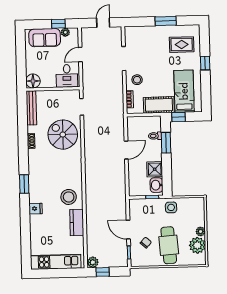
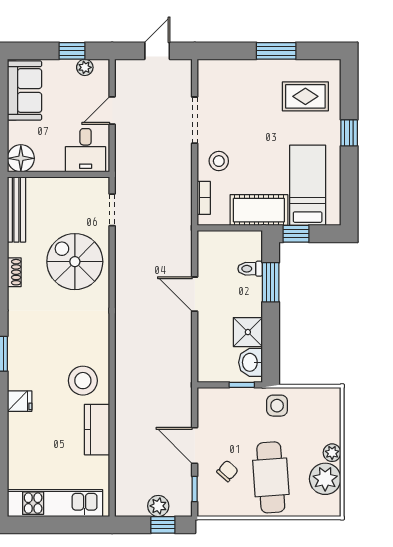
sofa: (45, 38) -> (24, 91), moved, turned -90
door: (126, 150) -> (195, 294), swing flipped
plant: (93, 262) -> (158, 506), moved
window: (103, 272) -> (163, 525), moved

